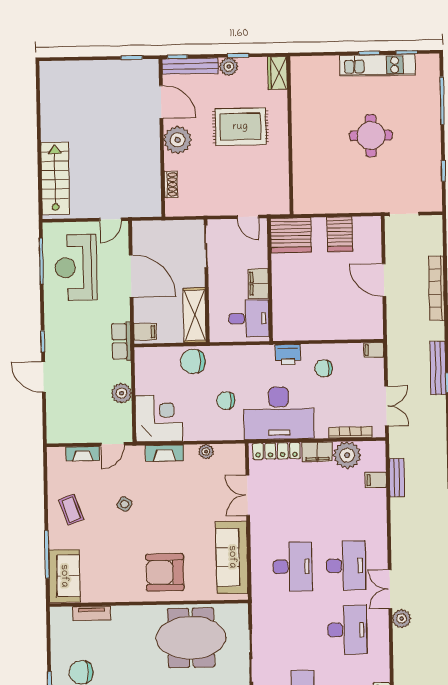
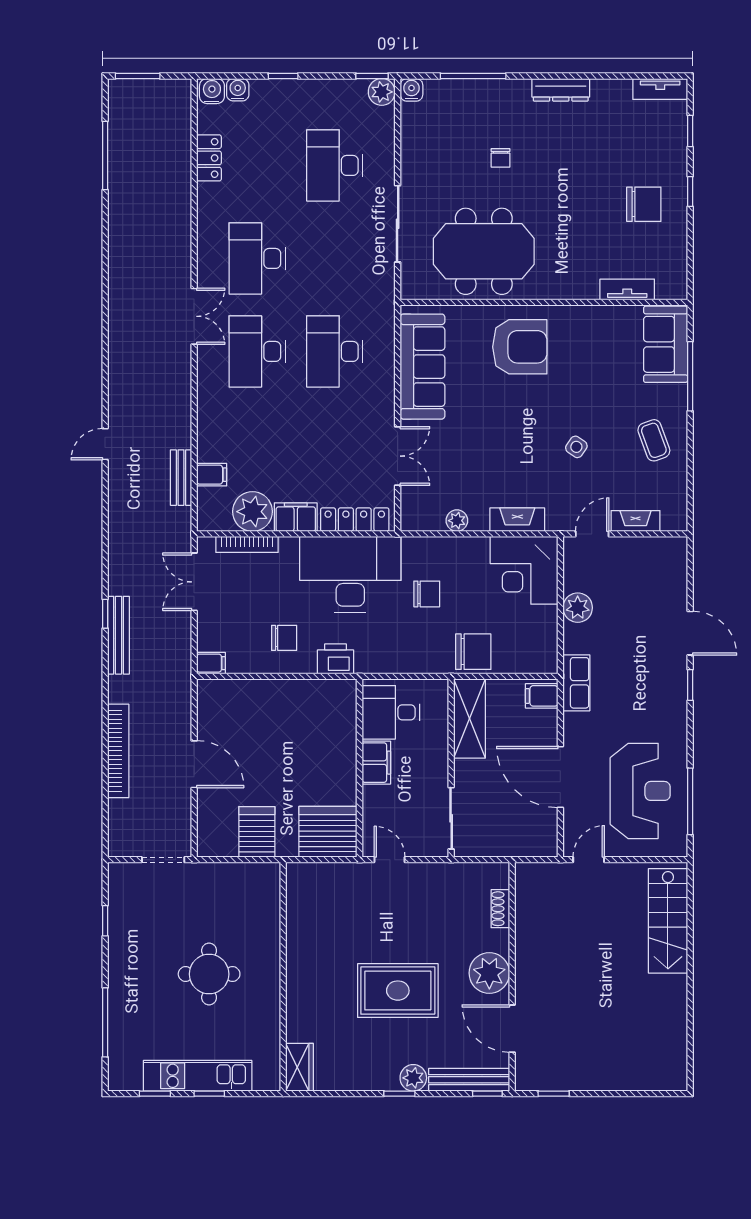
wardrobe: (277, 73) -> (299, 1067), moved
wall: (290, 135) -> (283, 977), moved
plant: (402, 619) -> (178, 273), removed

